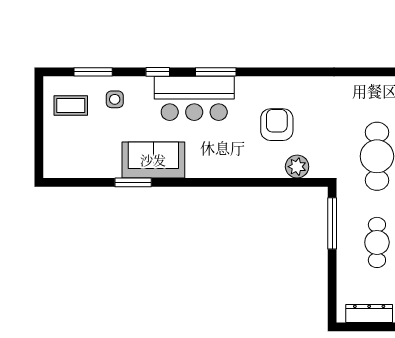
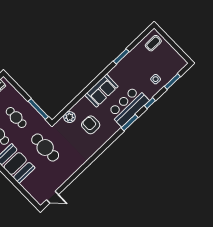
coffee table: (71, 106) -> (153, 43), moved
armchair: (277, 125) -> (91, 125), turned 180
sofa: (153, 160) -> (101, 91), moved

